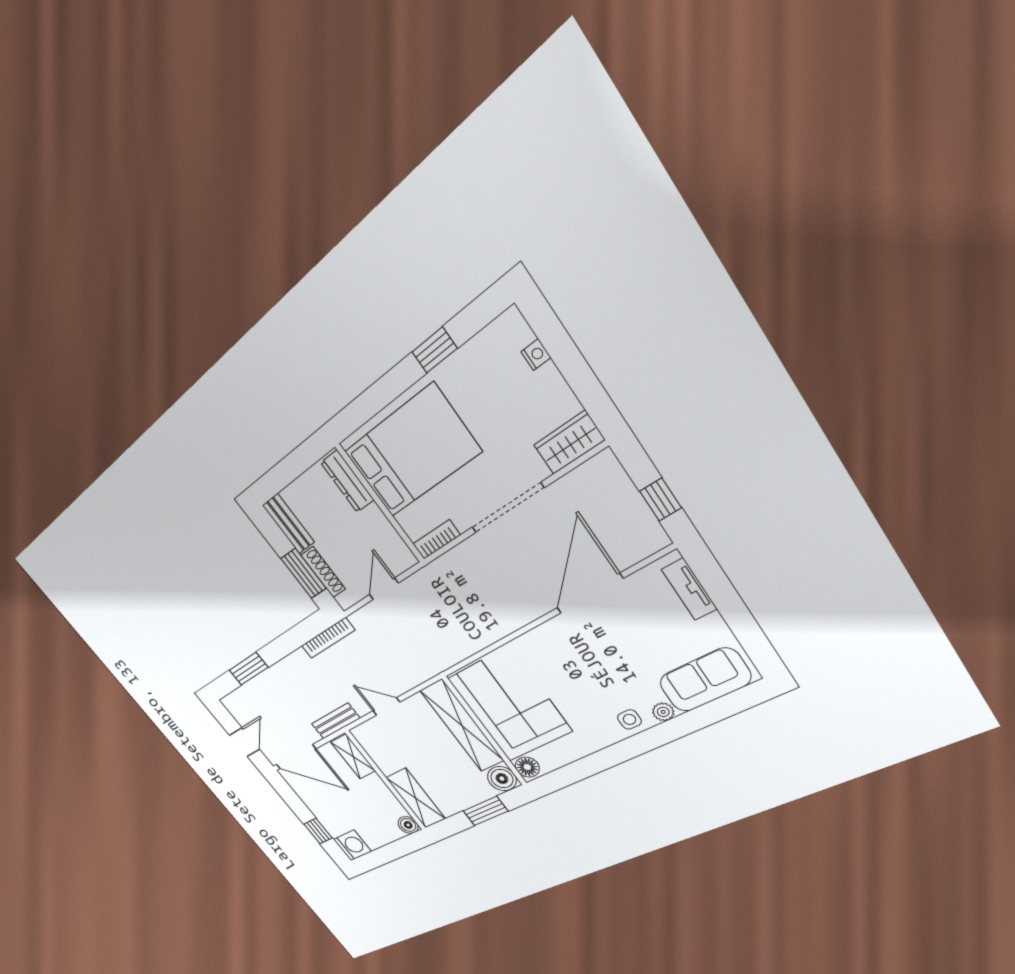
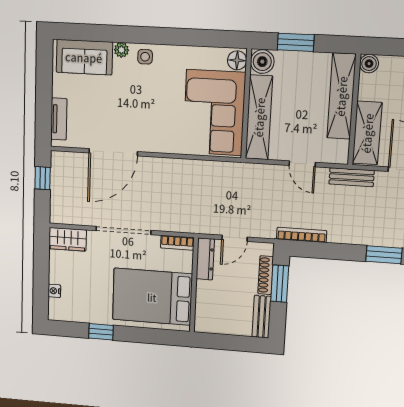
dresser: (347, 481) -> (205, 259), moved
shelving: (353, 757) -> (367, 133), width x1.50, depth x1.33
shelving: (416, 798) -> (341, 96), width x1.47

